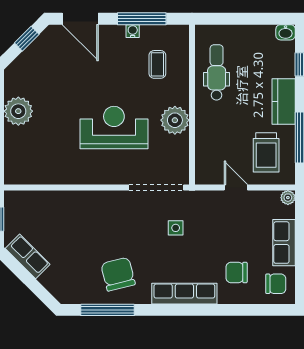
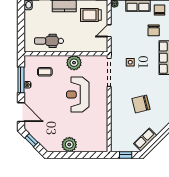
door: (80, 19) -> (21, 112), hinge flipped
trolley: (266, 152) -> (91, 15), turned 180
chair: (118, 274) -> (141, 104), moved

